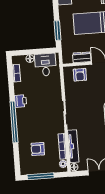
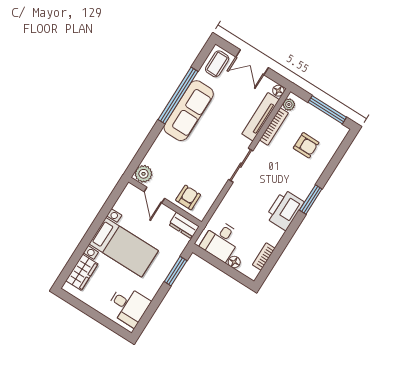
dresser: (82, 57) -> (184, 226), moved
printer: (21, 101) -> (285, 210), width x1.87, depth x1.48
window: (14, 122) -> (311, 200), width x0.47

